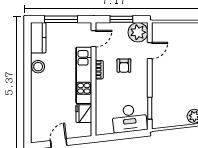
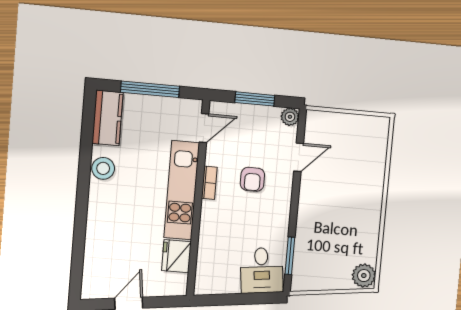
plant: (138, 32) -> (290, 117), width x0.53, depth x0.53
desk: (129, 118) -> (262, 270), width x0.73

